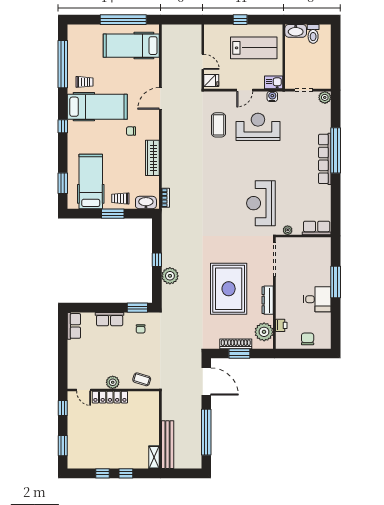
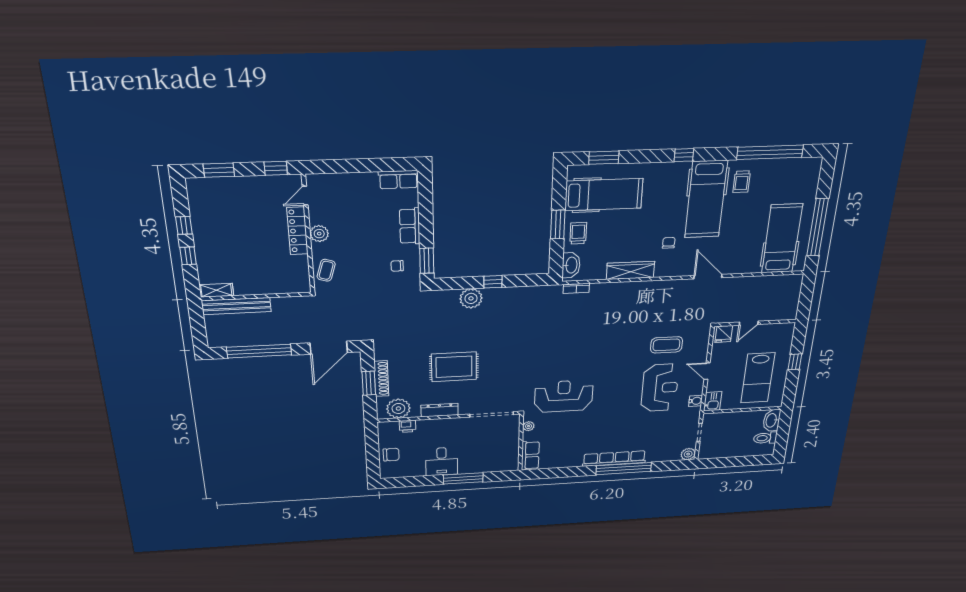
rug: (229, 289) -> (454, 367), width x0.73, depth x0.69

